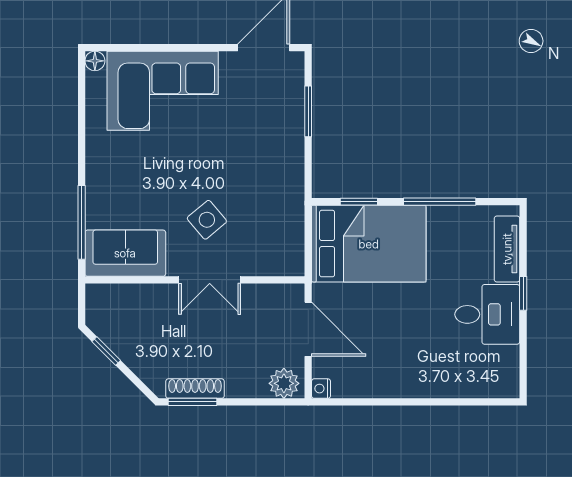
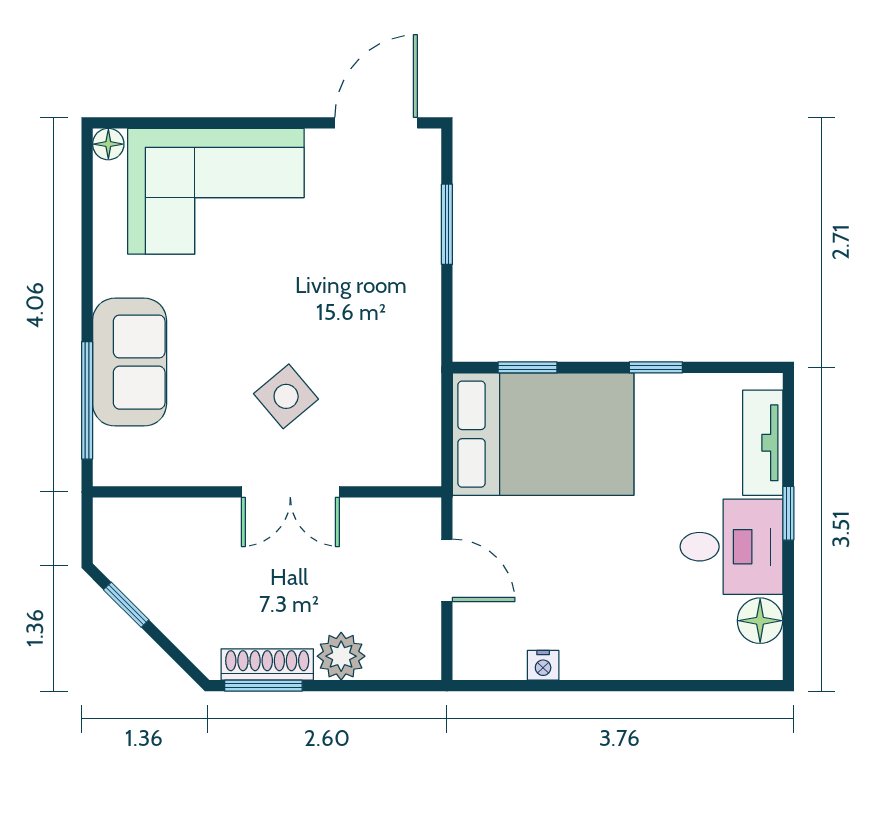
window: (440, 202) -> (656, 367), width x0.46
sofa: (125, 253) -> (130, 362), moved, turned 90
door: (308, 329) -> (447, 570), width x0.73
floor lamp: (505, 361) -> (760, 621), added
plant: (284, 383) -> (341, 656), moved
nightstand: (321, 389) -> (543, 665), moved, turned -90

